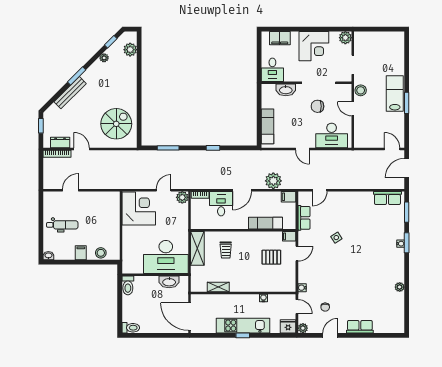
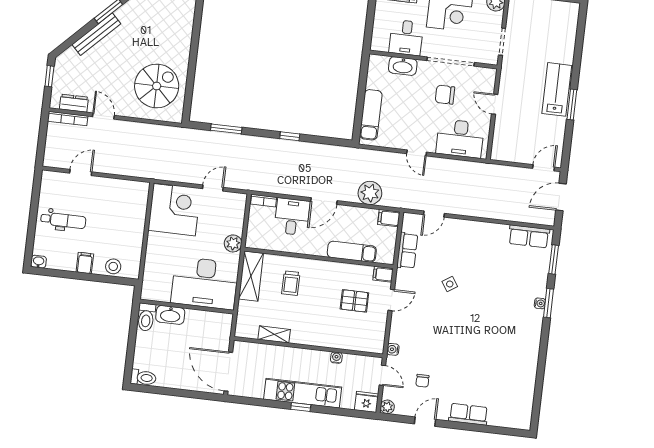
desk: (272, 70) -> (406, 38), moved
stool: (361, 90) -> (509, 79), removed
door: (392, 149) -> (544, 168), hinge flipped
plant: (182, 197) -> (233, 243), moved
washbasin: (169, 282) -> (170, 315), moved
plant: (400, 287) -> (531, 365), removed

